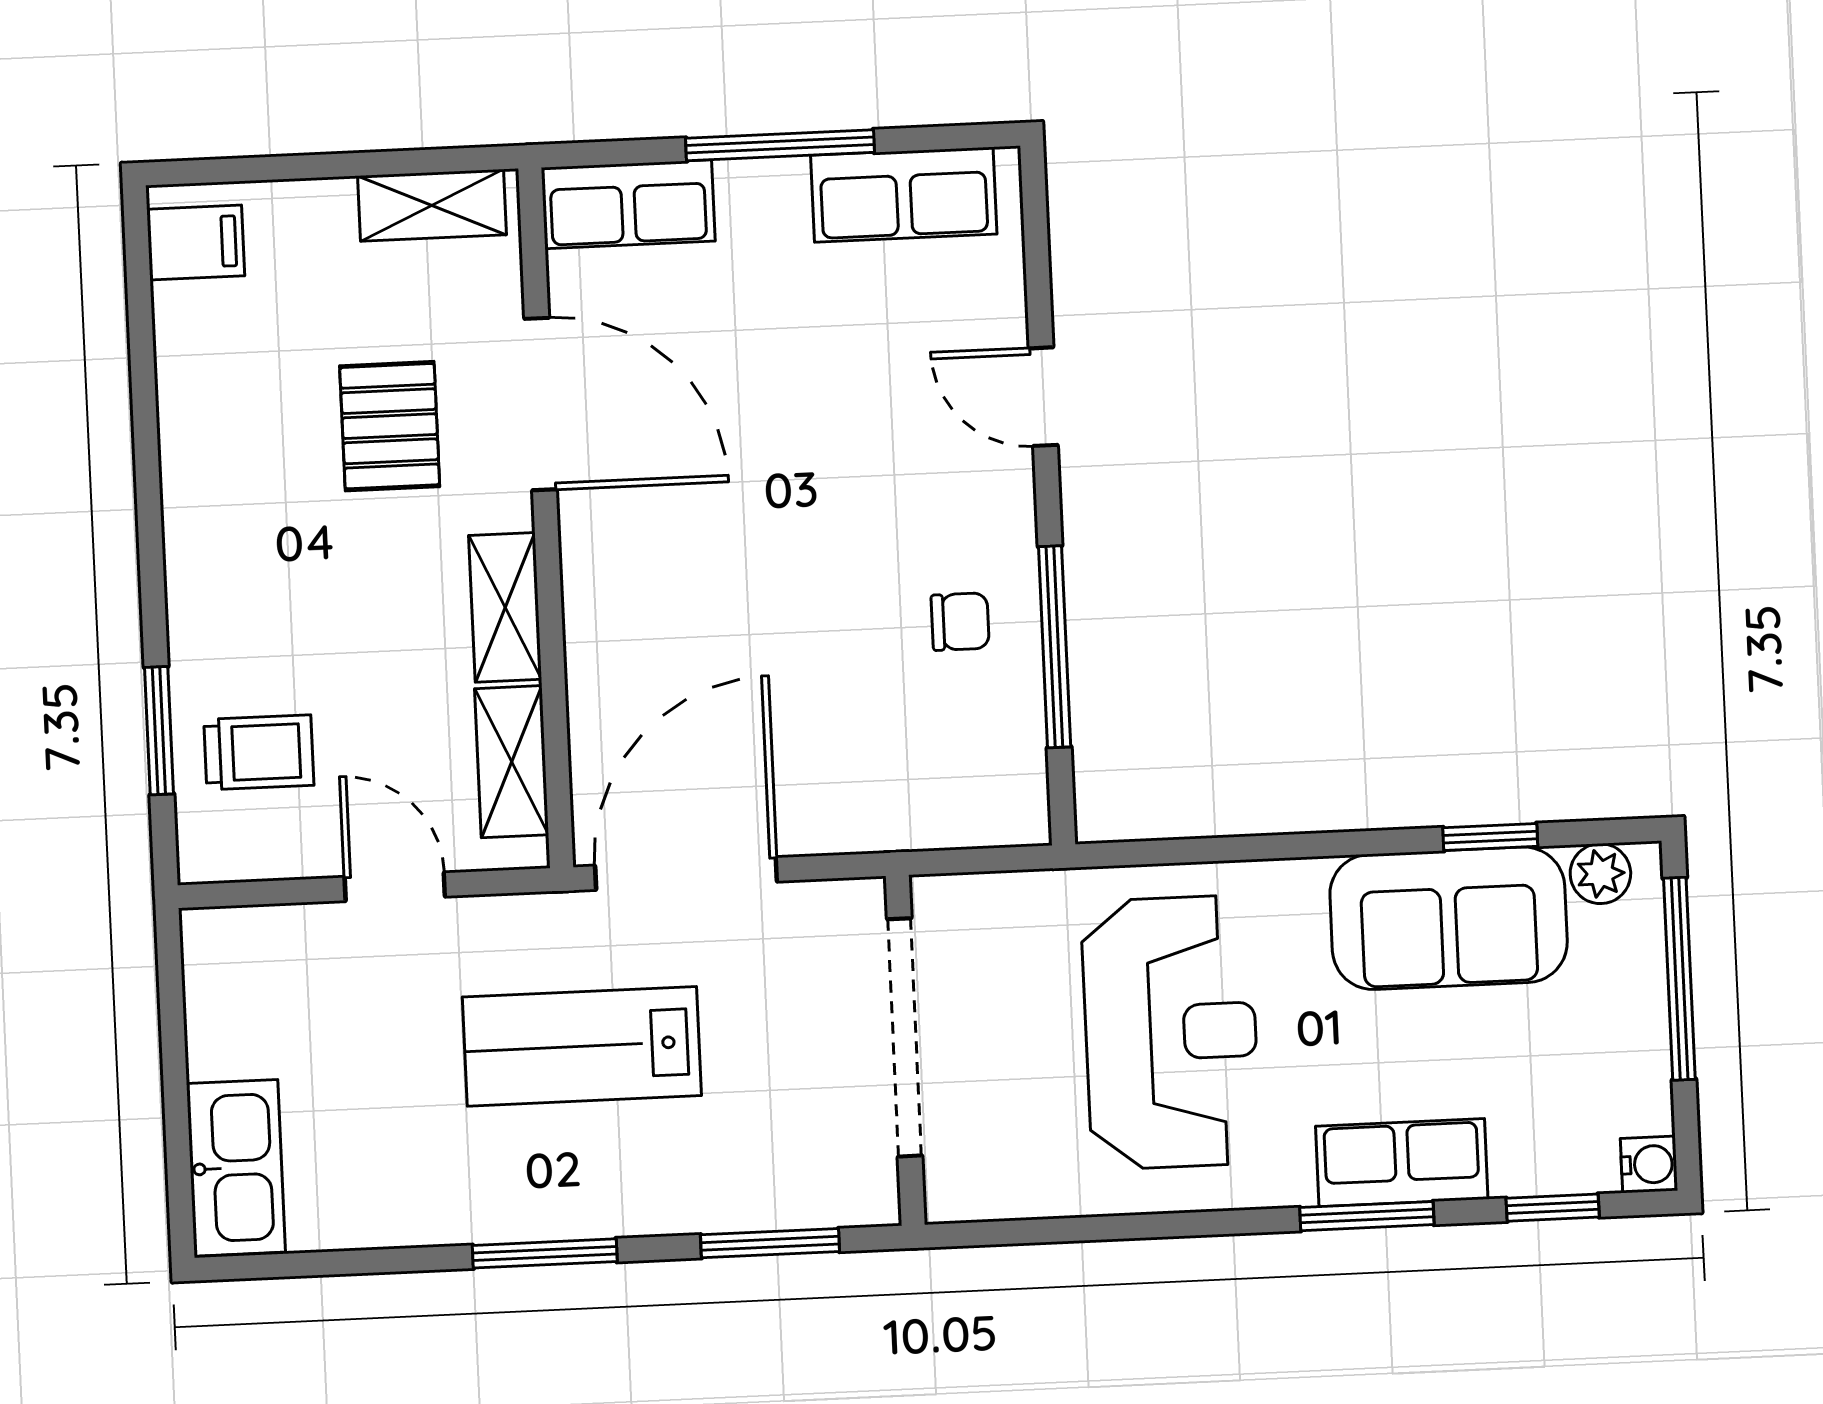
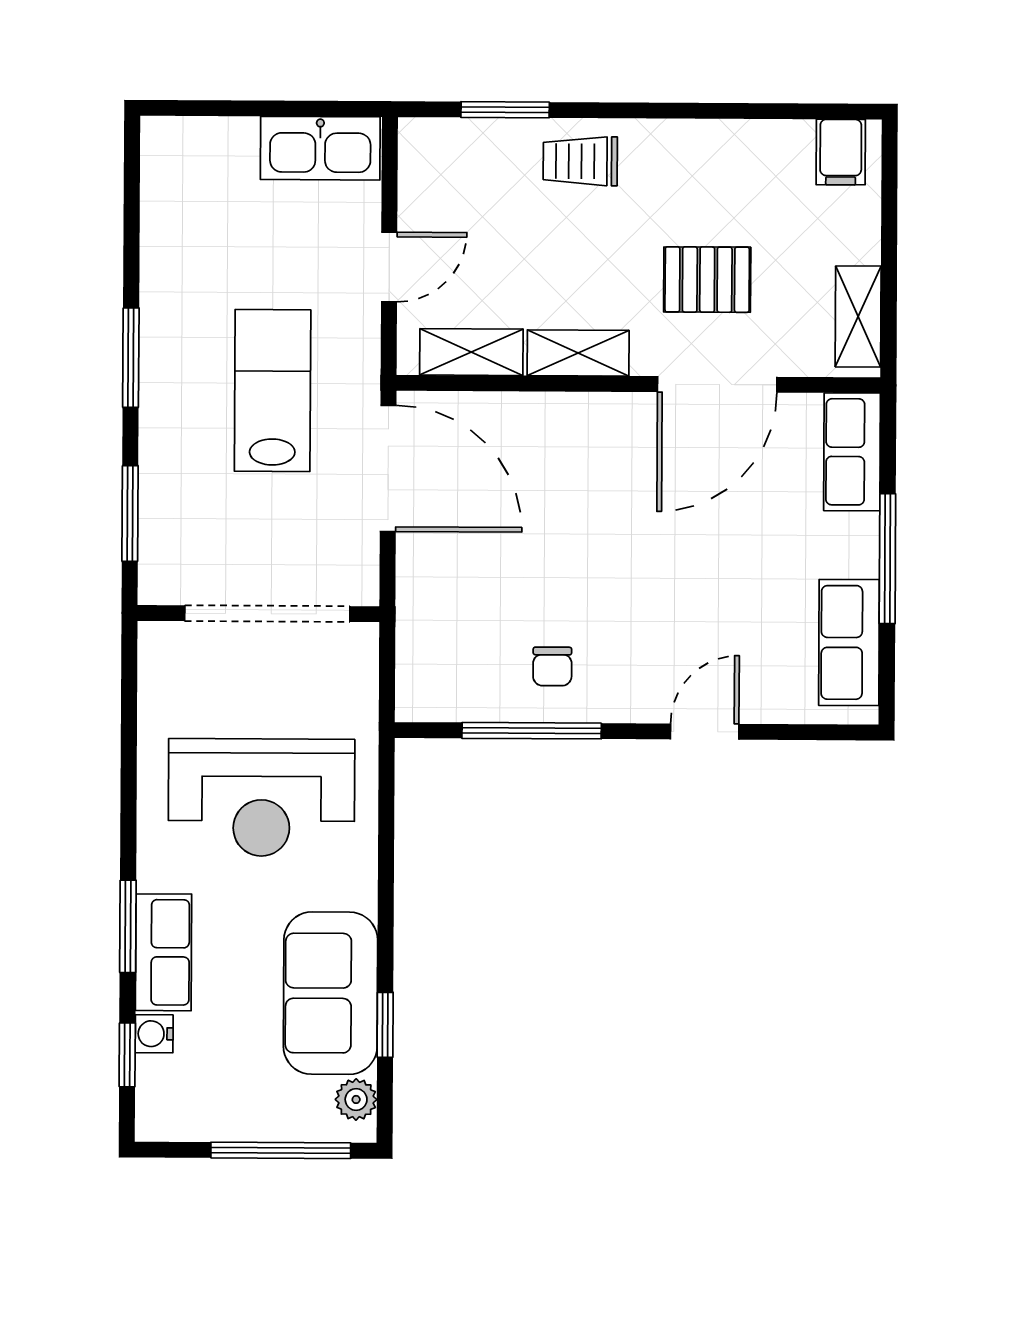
trolley: (259, 752) -> (580, 161), moved, turned 90
water cooler: (1649, 1164) -> (154, 1034), moved, turned 90
kitchen sink: (236, 1168) -> (320, 148), moved

